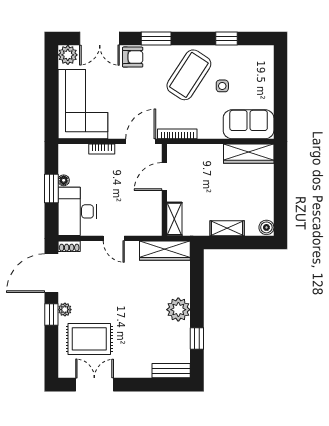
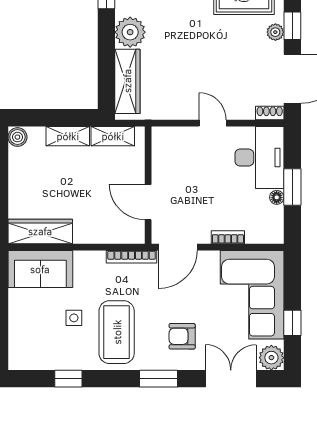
armchair: (133, 57) -> (182, 336), moved
coffee table: (189, 75) -> (117, 332), turned -33
window: (51, 82) -> (292, 323), added
door: (164, 177) -> (148, 202), swing flipped
shelving: (174, 219) -> (113, 136), moved, turned 90
wardrobe: (165, 251) -> (127, 81), moved, turned 90

